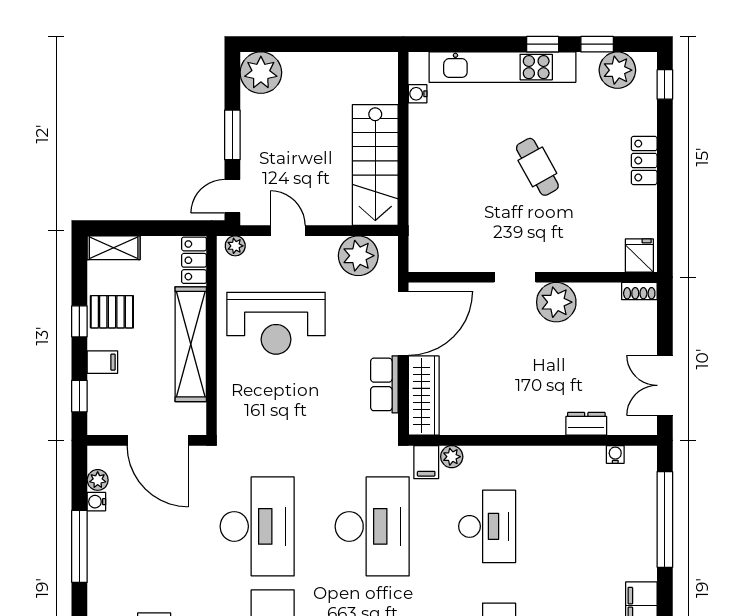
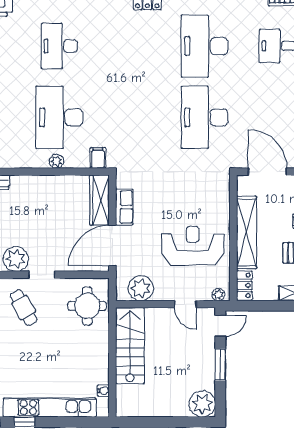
cafe table: (537, 167) -> (24, 308), moved
round table: (443, 228) -> (87, 306), added
plant: (452, 457) -> (57, 161), moved
desk: (372, 526) -> (132, 117), removed
desk: (487, 526) -> (59, 117), width x1.36, depth x1.30

